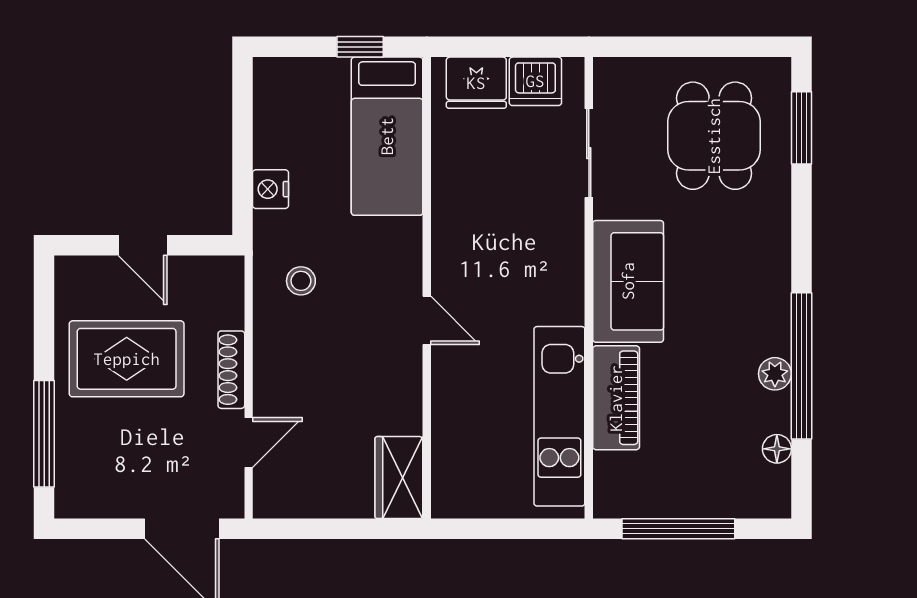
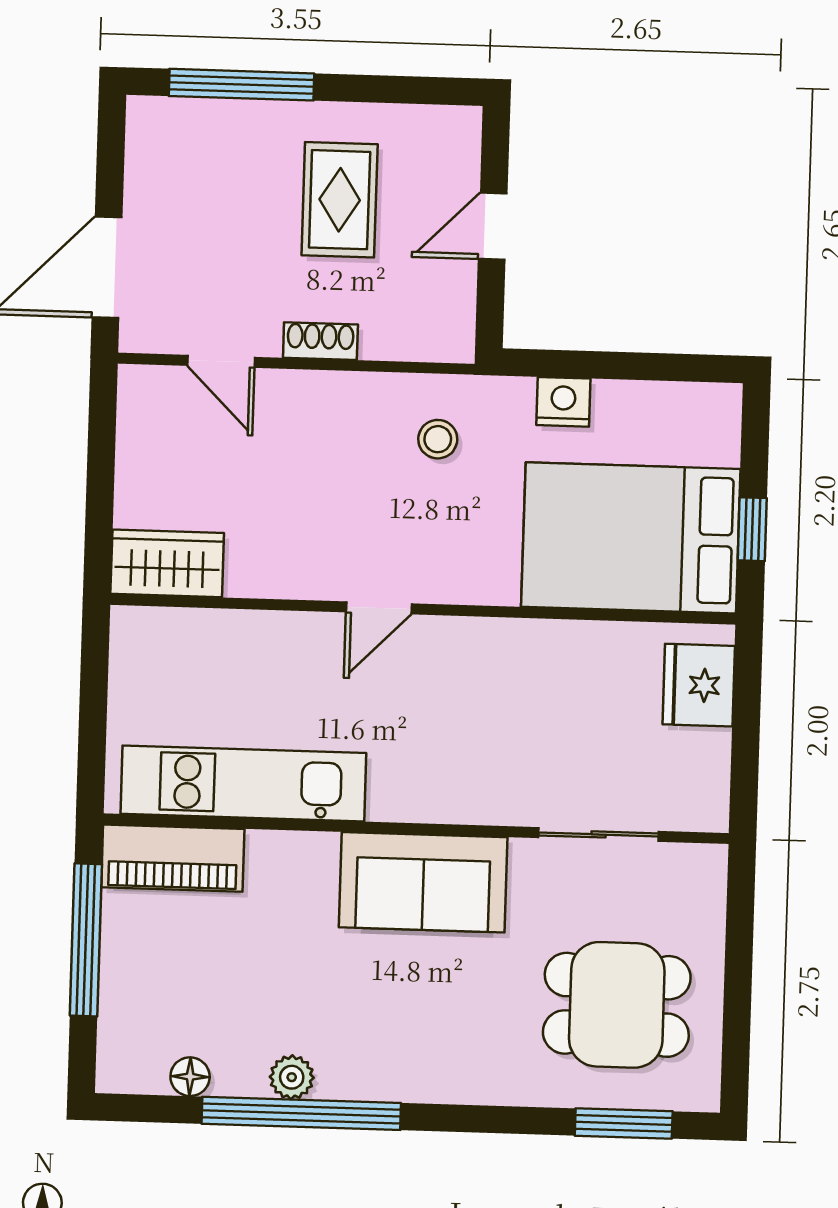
dishwasher: (535, 81) -> (698, 765), removed
bed: (387, 136) -> (631, 538), width x1.50
rug: (127, 359) -> (340, 200), width x0.73, depth x0.70
shoe rack: (231, 370) -> (320, 341), width x0.70
piano: (616, 398) -> (173, 858), moved

